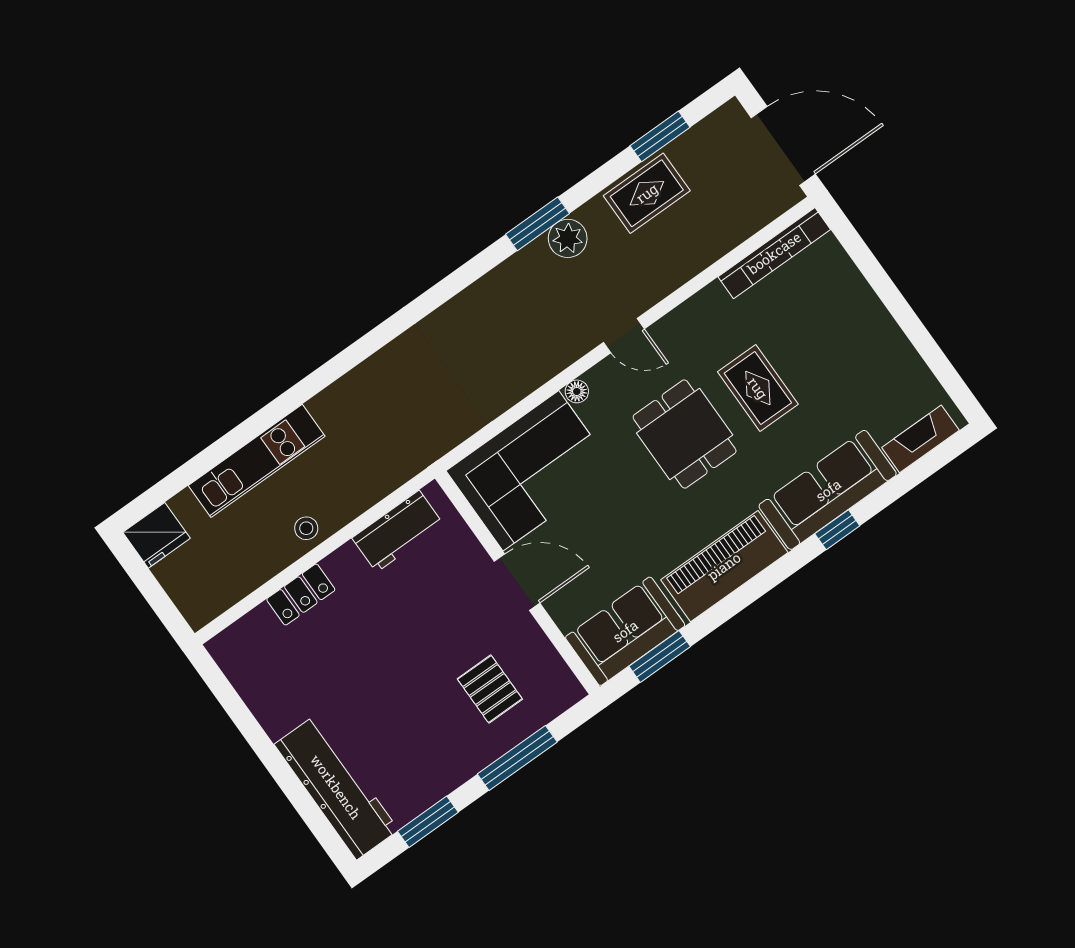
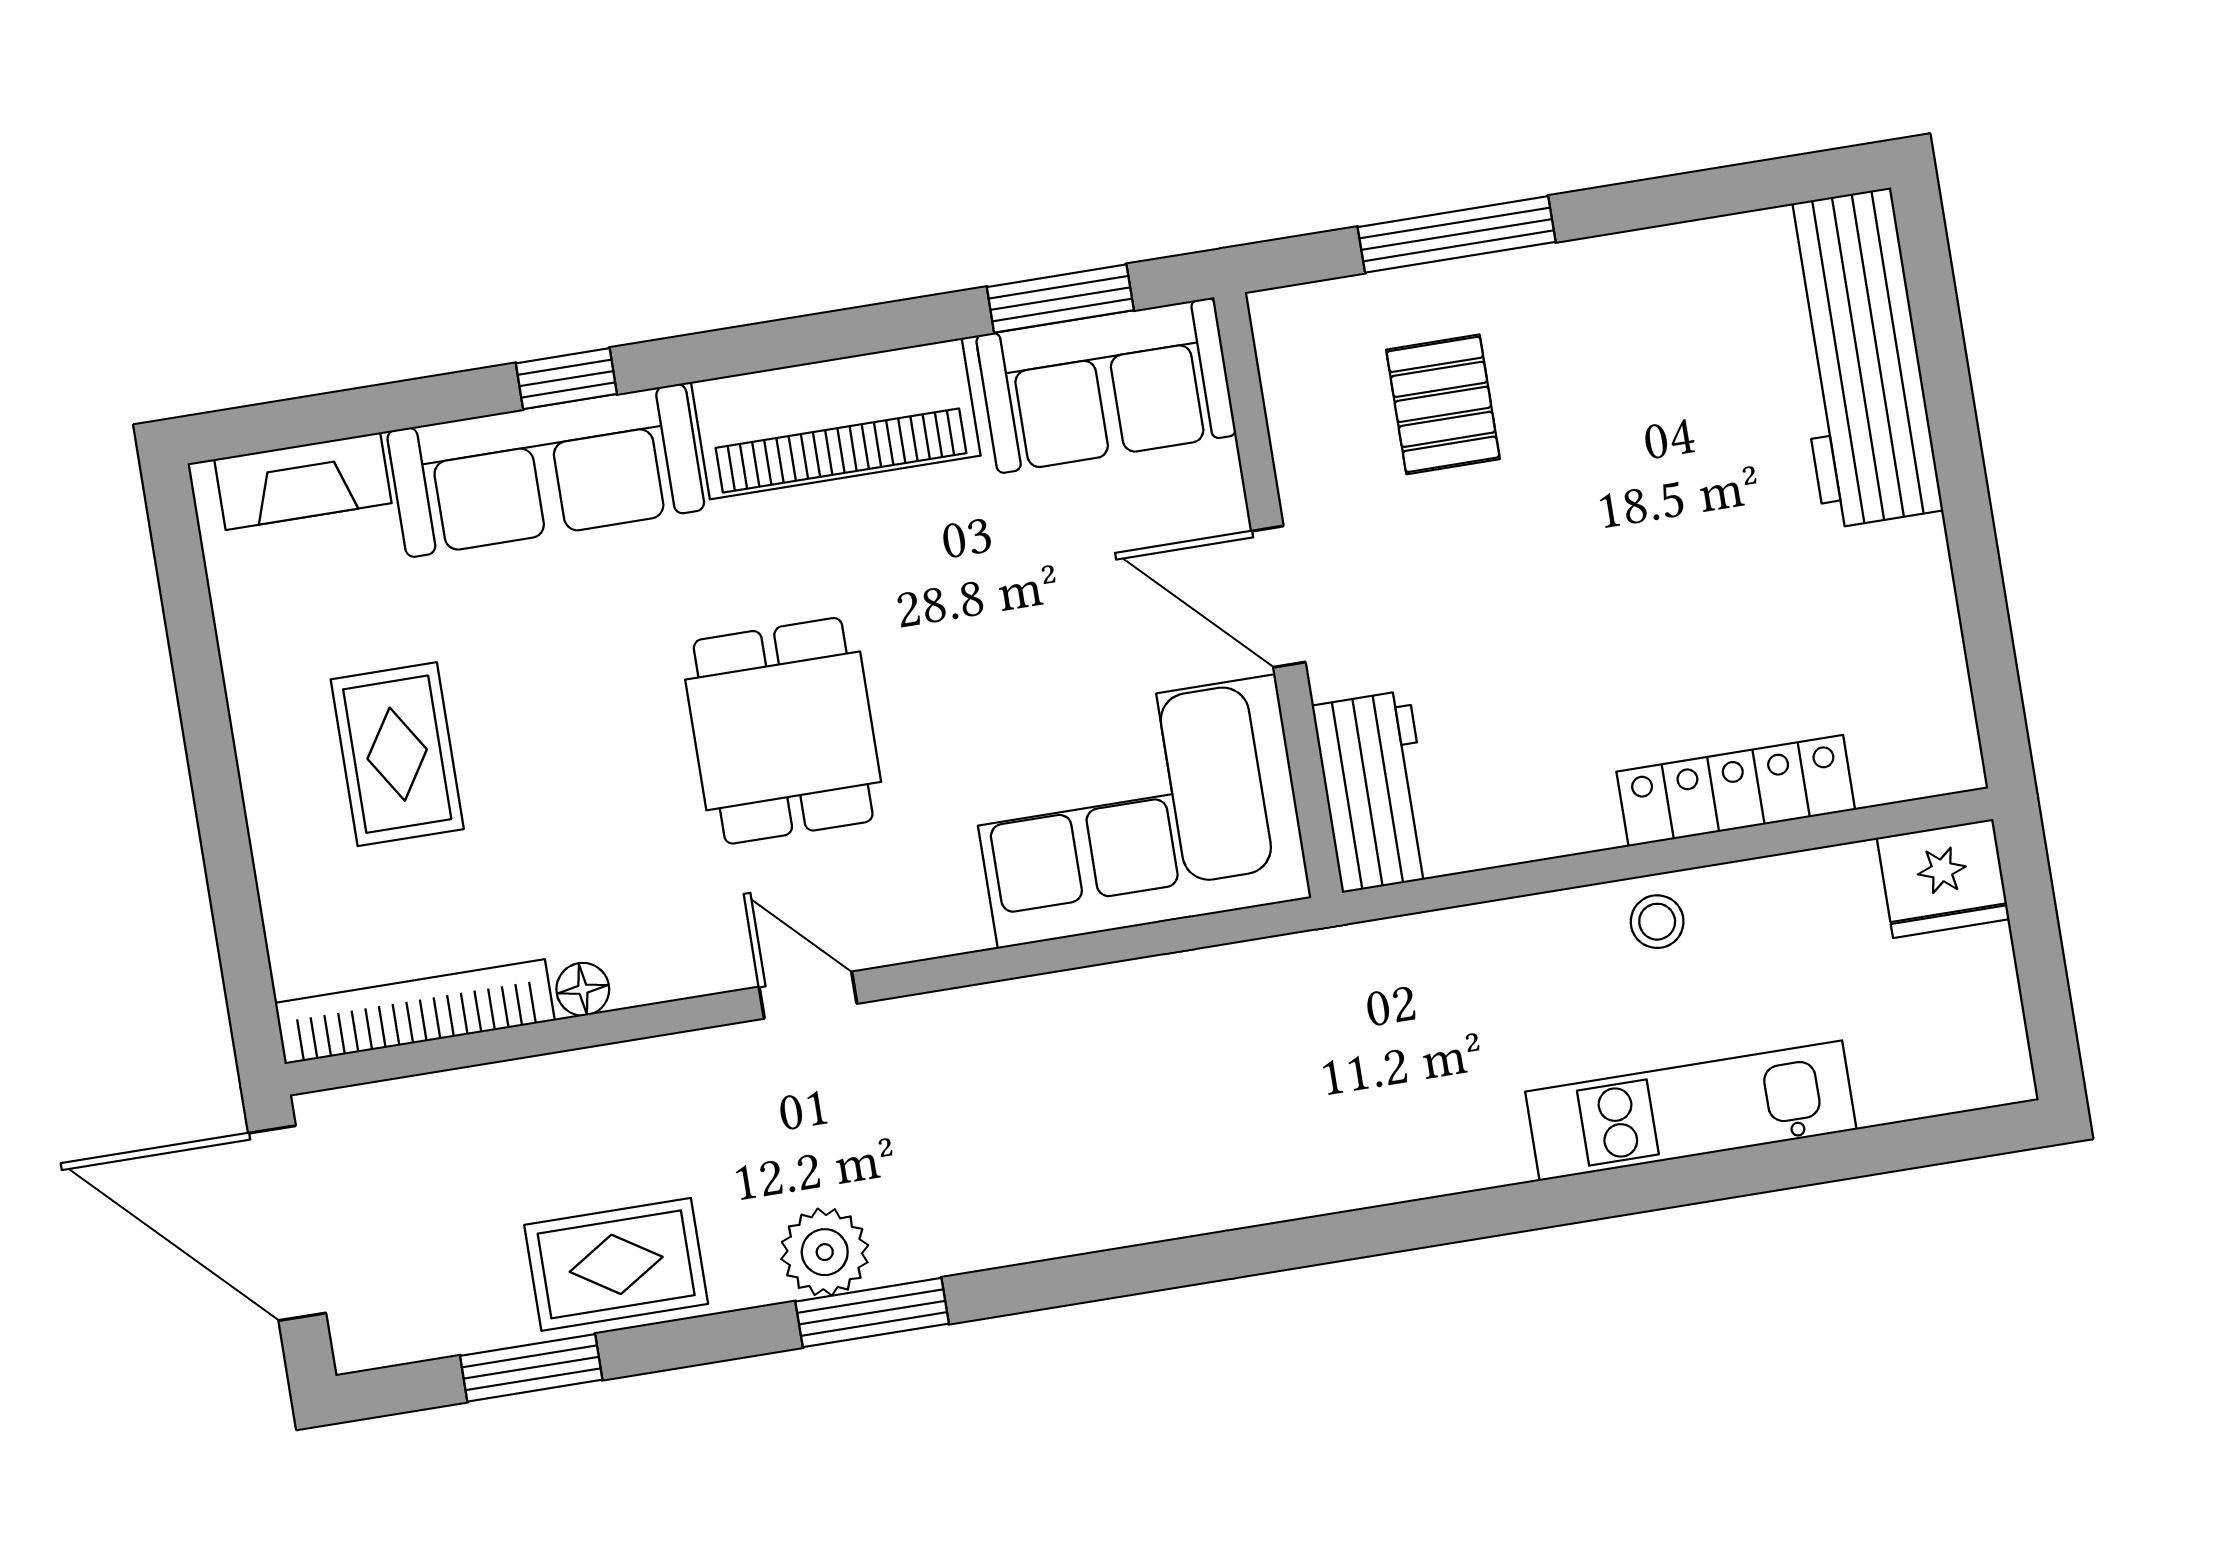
rug: (758, 388) -> (397, 754), moved
floor lamp: (577, 391) -> (583, 989), moved
workbench: (398, 531) -> (1375, 791), moved, turned 90
fridge: (156, 535) -> (1943, 878), moved, turned 180
locker: (301, 595) -> (1736, 791), width x1.53
window: (428, 822) -> (1705, 194), removed

